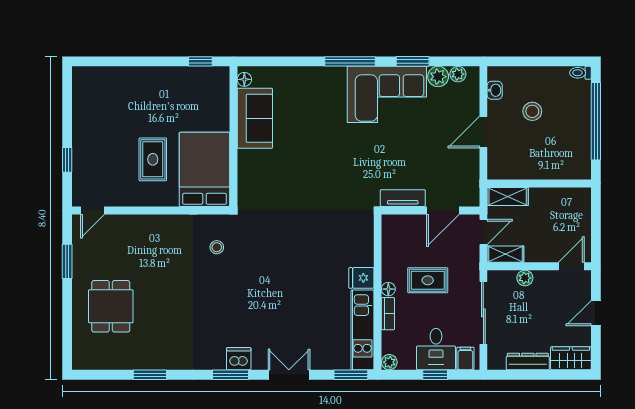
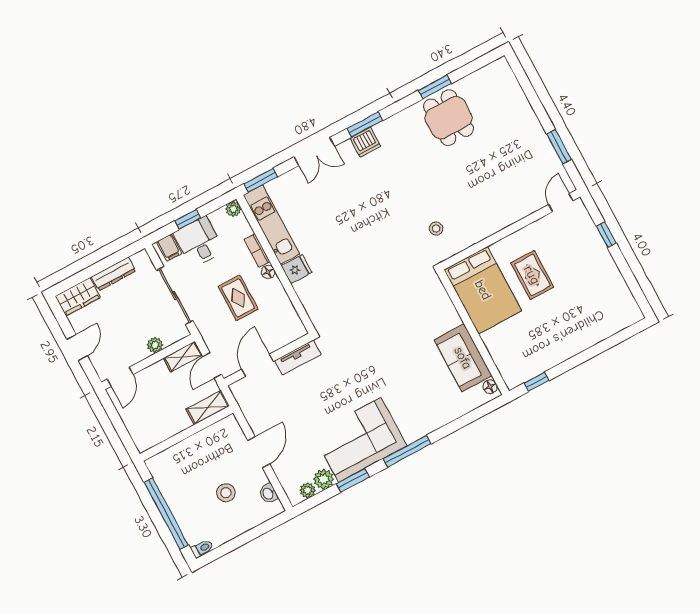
rug: (428, 280) -> (238, 298), turned 90
dining table: (111, 306) -> (448, 118), moved

